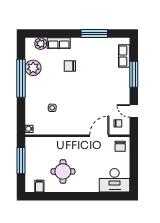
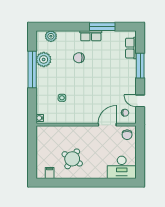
row of seats: (59, 43) -> (91, 36), moved
window: (21, 161) -> (32, 148), removed
round table: (63, 171) -> (72, 159), turned 32

